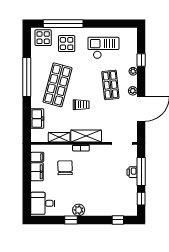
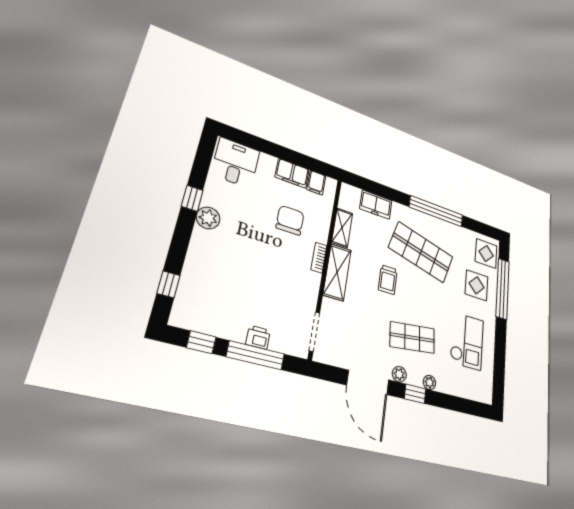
window: (141, 60) -> (415, 394), moved
chair: (65, 168) -> (290, 220), turned -89

